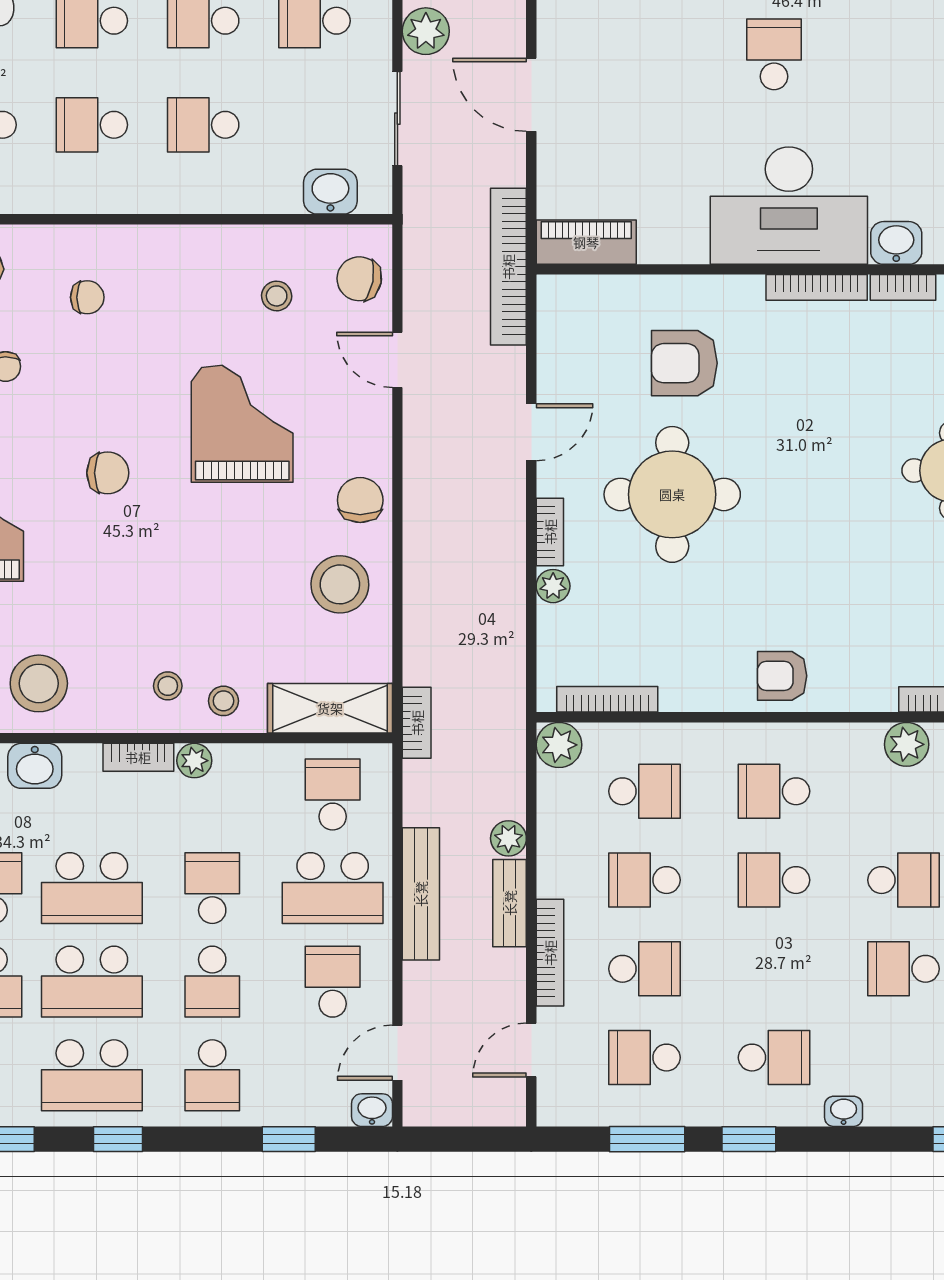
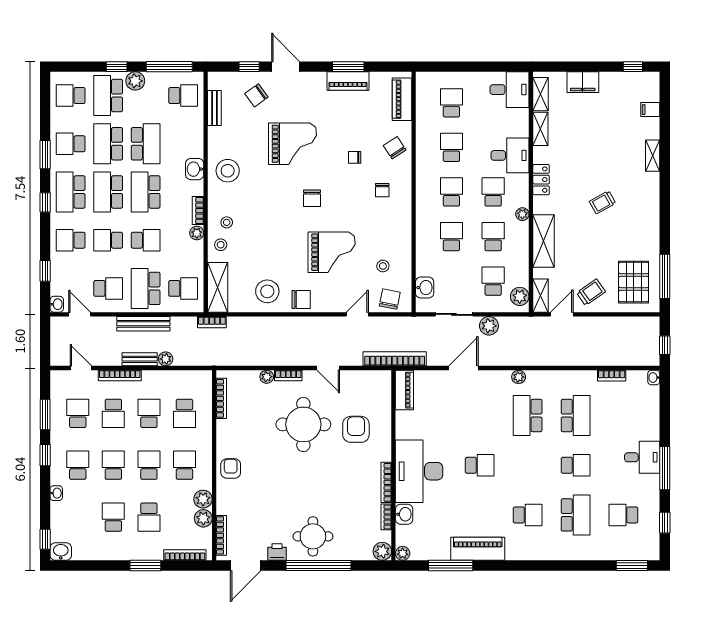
plant: (559, 745) -> (203, 499), moved
school desk: (774, 969) -> (113, 465), added
school desk: (774, 1058) -> (78, 465), turned 180

